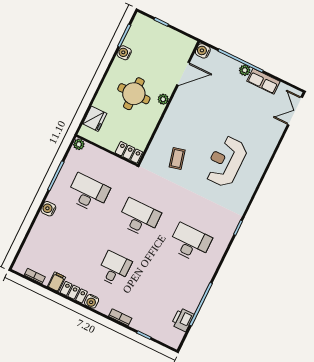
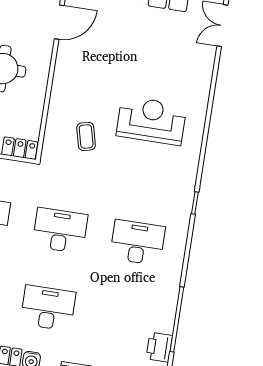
plant: (163, 99) -> (43, 64), removed
reception desk: (226, 161) -> (151, 121), turned 90
desk: (114, 269) -> (48, 308), width x1.37

